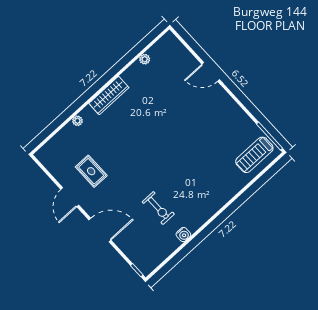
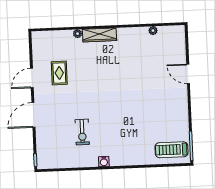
wardrobe: (109, 96) -> (99, 35), moved
door: (100, 230) -> (33, 115), swing flipped
water cooler: (183, 235) -> (104, 162), moved

